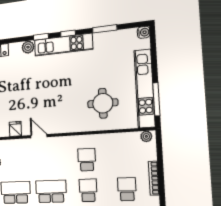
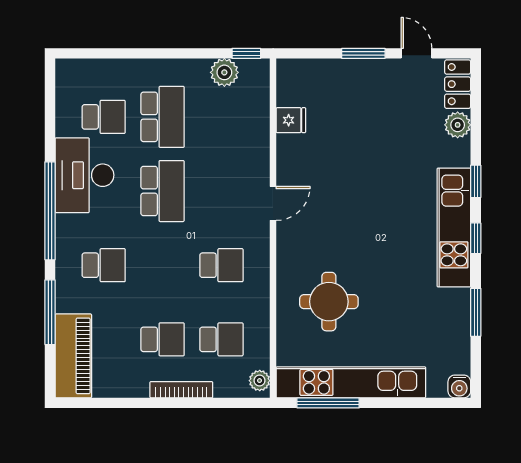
plant: (28, 47) -> (458, 125), moved
door: (39, 136) -> (273, 203), moved
school desk: (88, 190) -> (221, 339), moved

